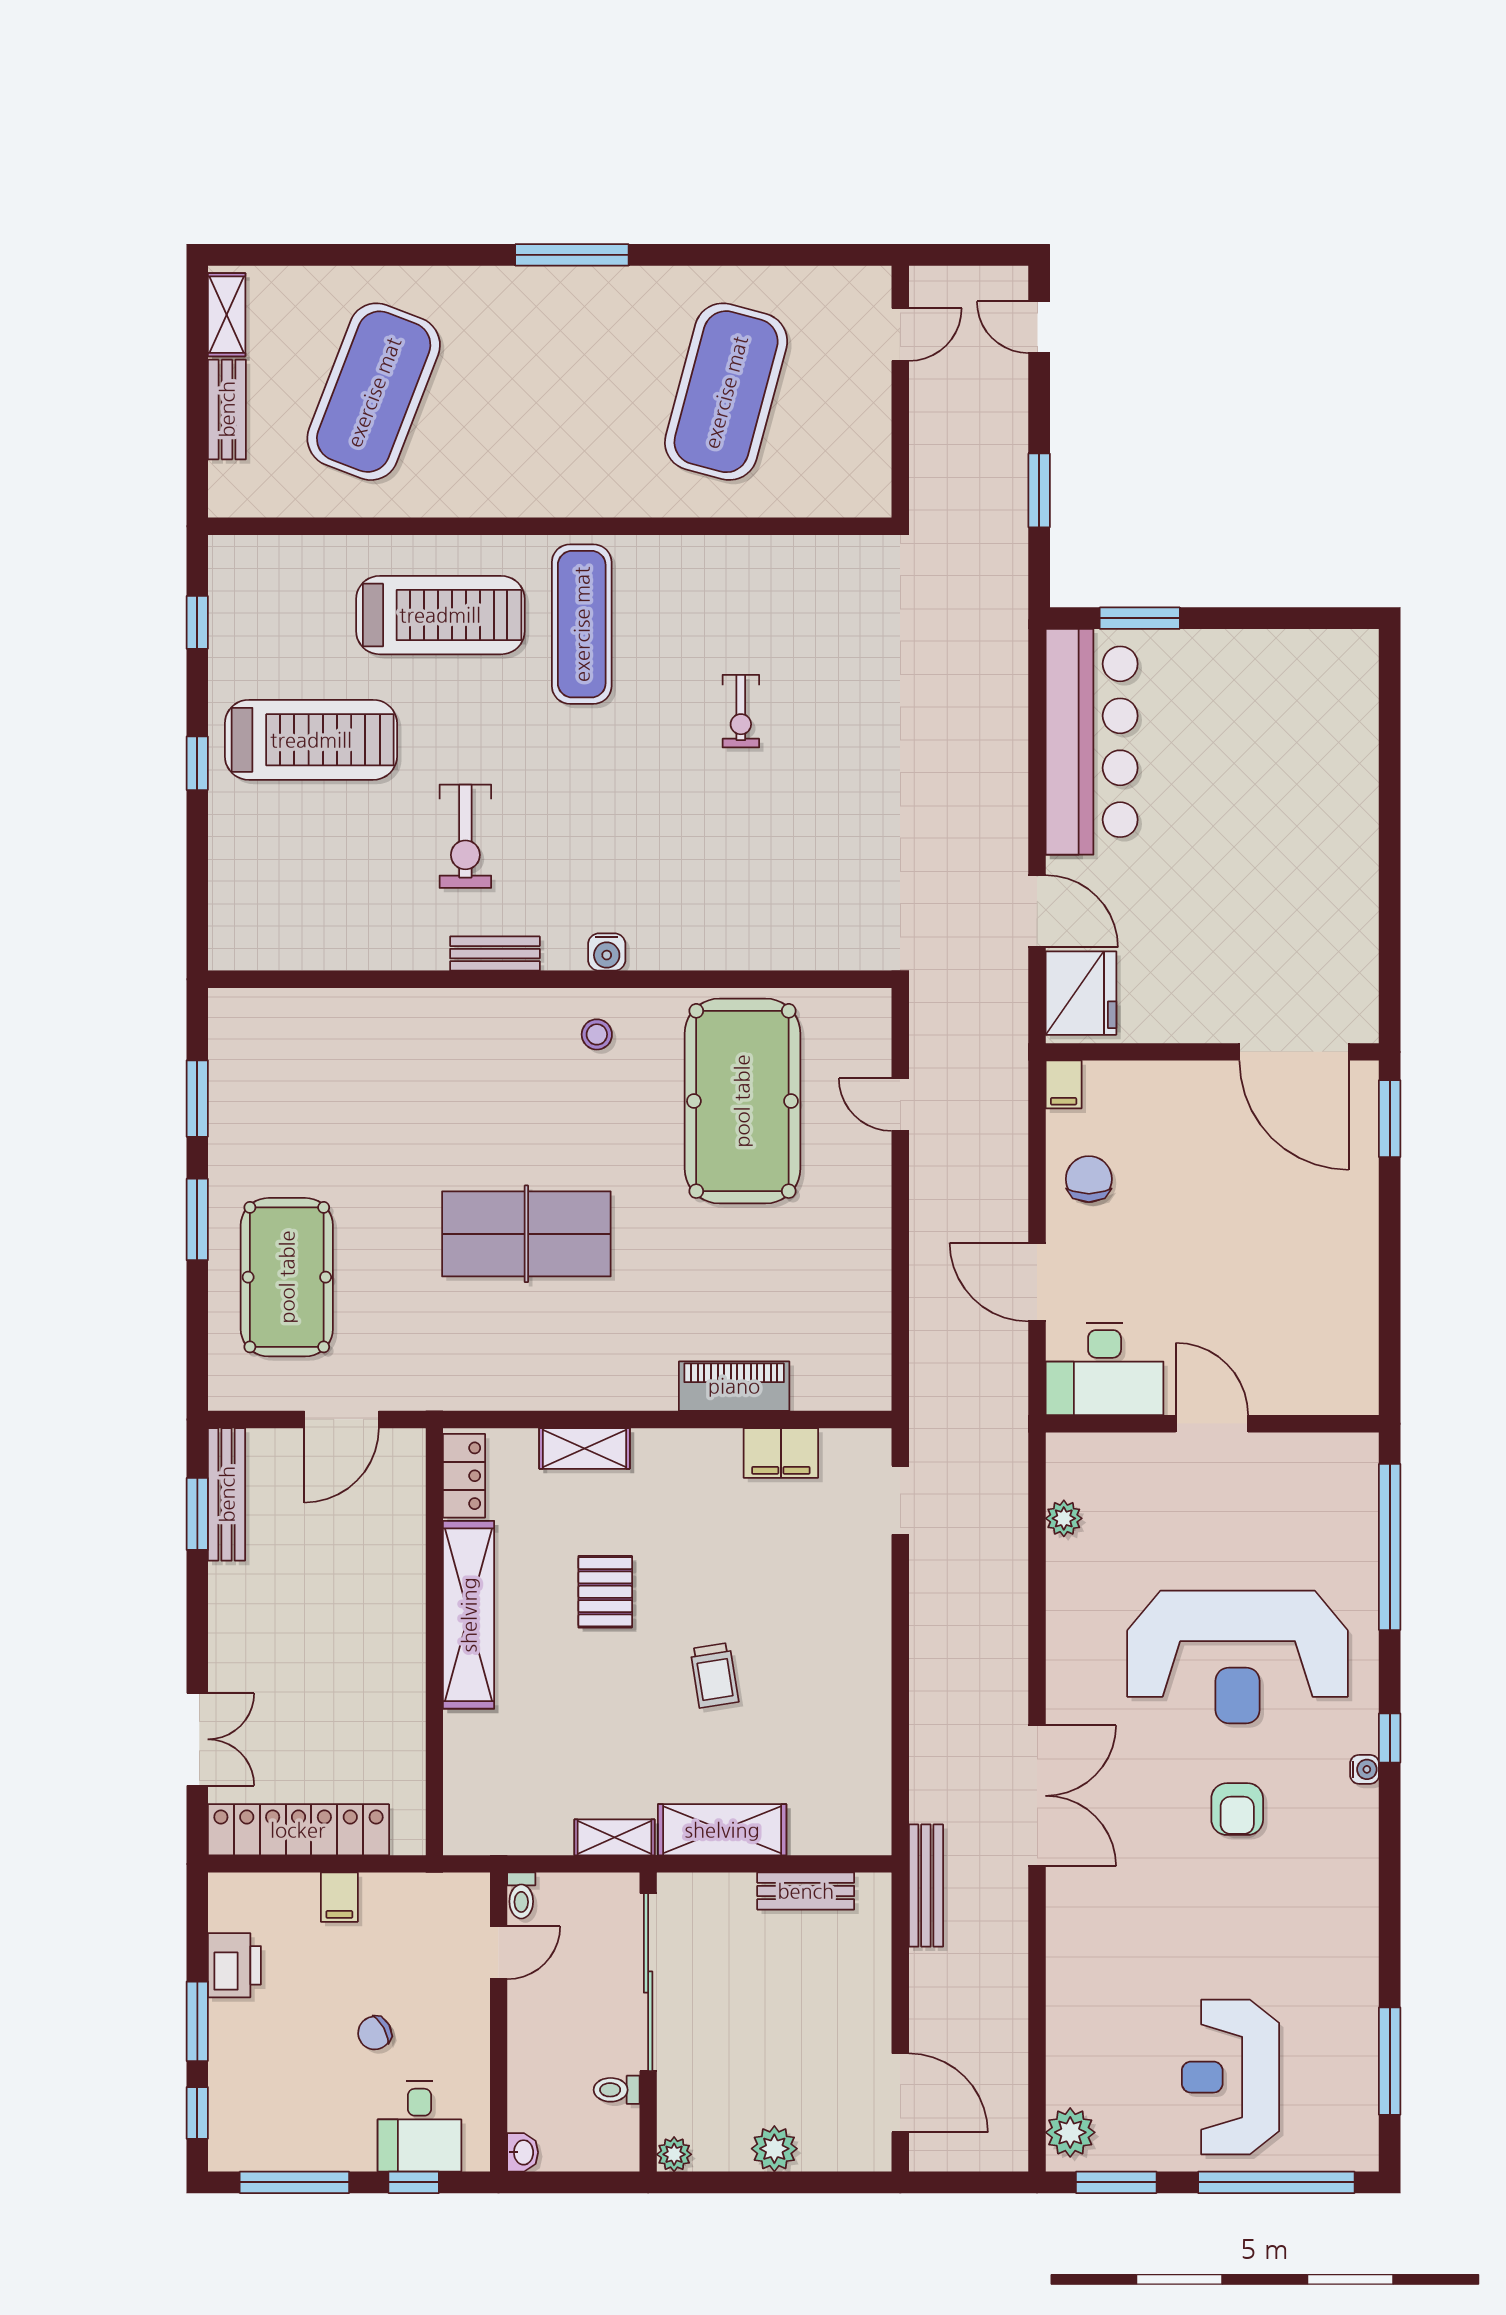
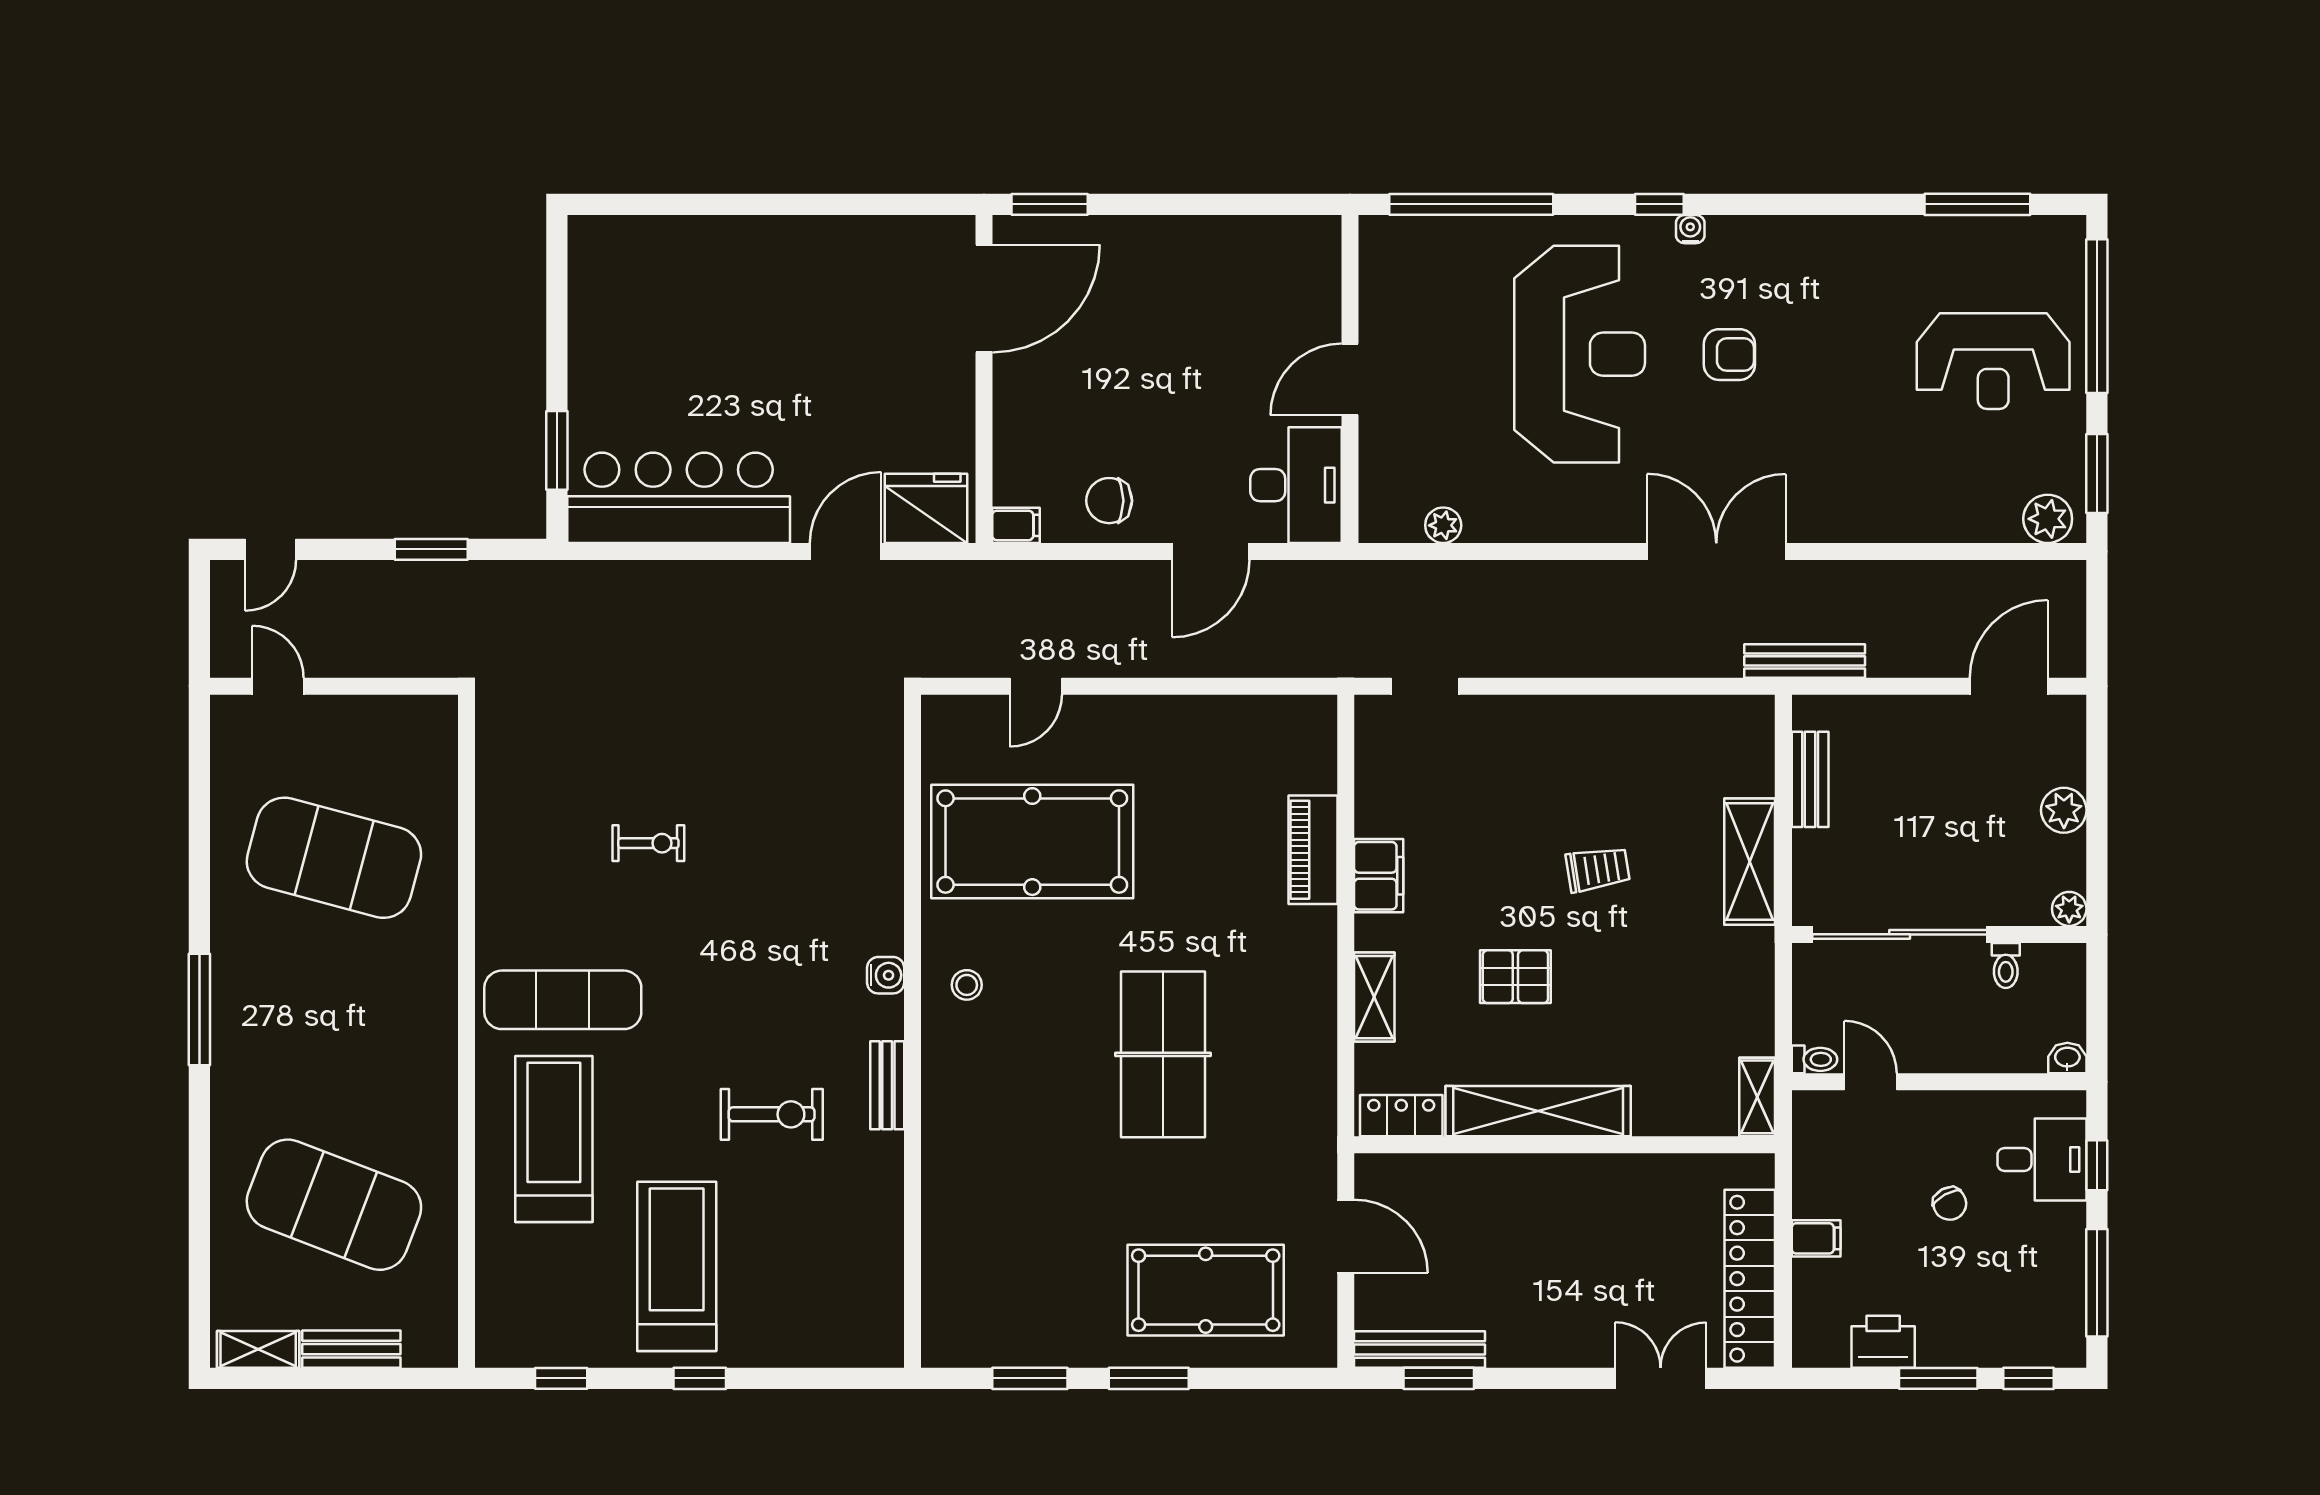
filing cabinet: (781, 1453) -> (1379, 876), moved
shelving: (614, 1837) -> (1757, 1097), moved

